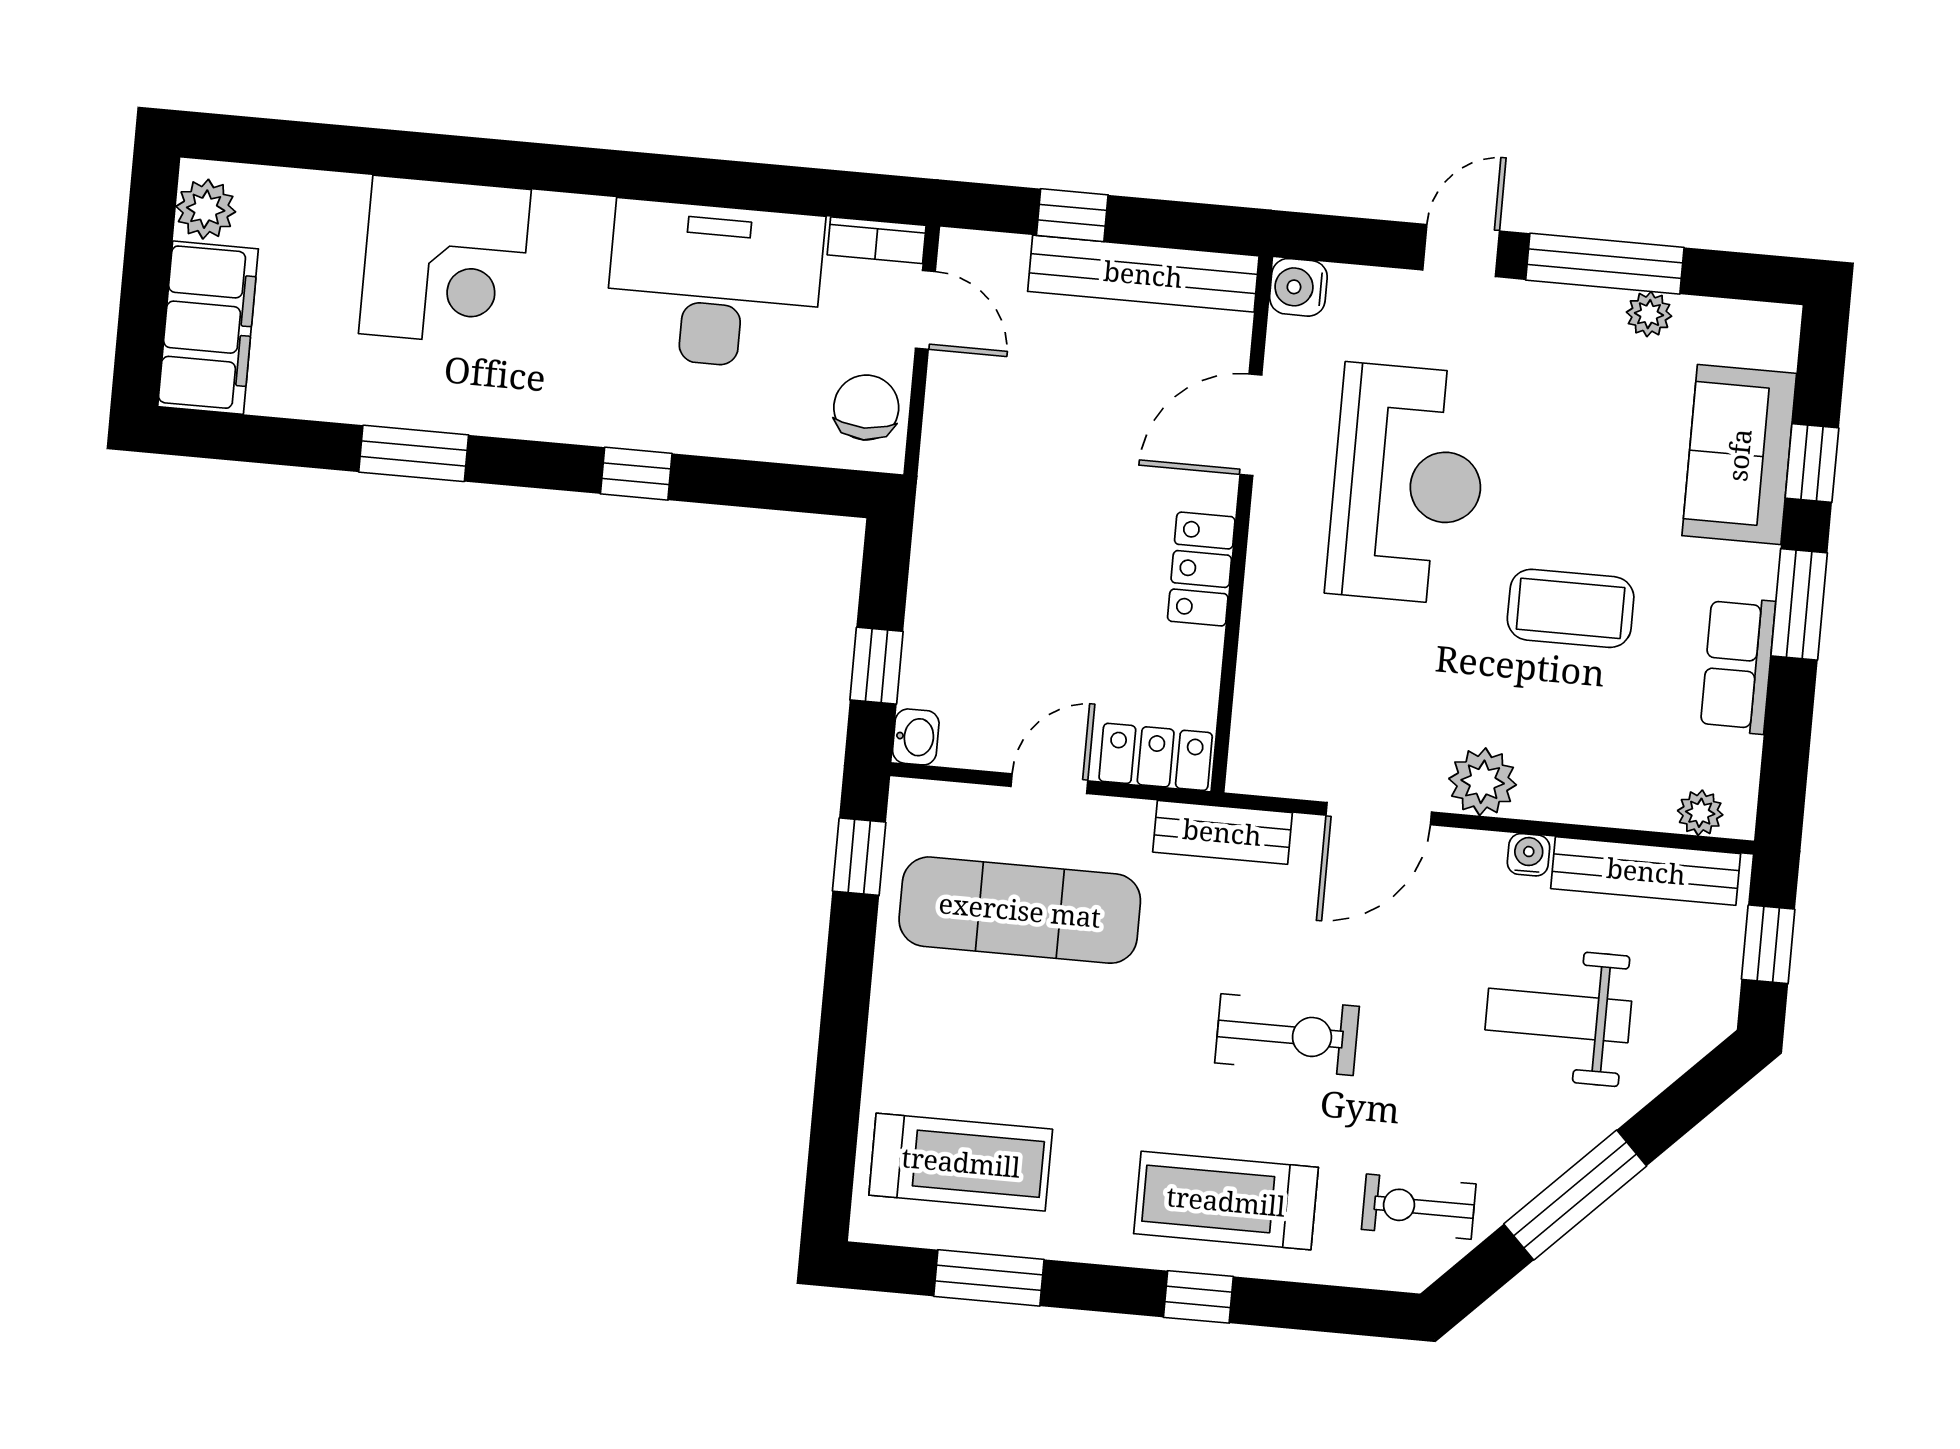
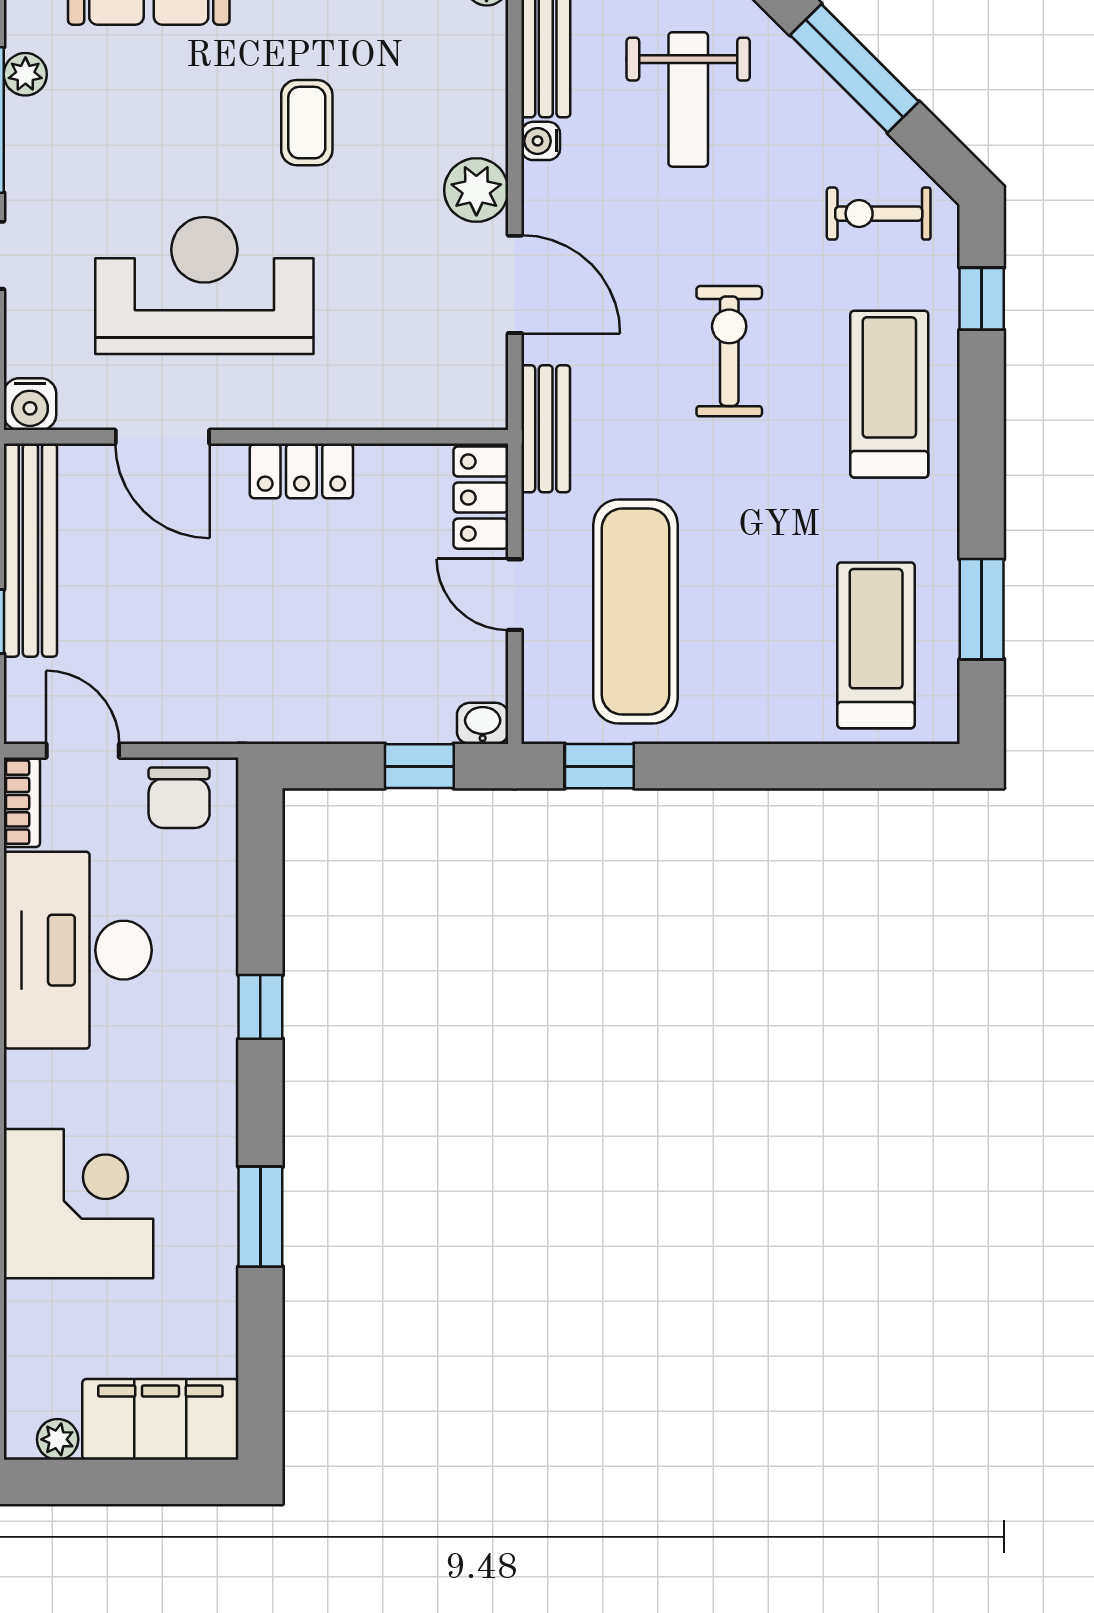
plant: (206, 209) -> (58, 1439), width x0.73, depth x0.73
door: (925, 310) -> (83, 751), hinge flipped
chair: (866, 407) -> (179, 798), turned -90
coffee table: (1571, 608) -> (307, 123), width x0.73, depth x0.77
treadmill: (1226, 1201) -> (889, 394), turned 180
exercise bike: (1419, 1207) -> (879, 214), turned 90
window: (1198, 1297) -> (982, 299), moved

